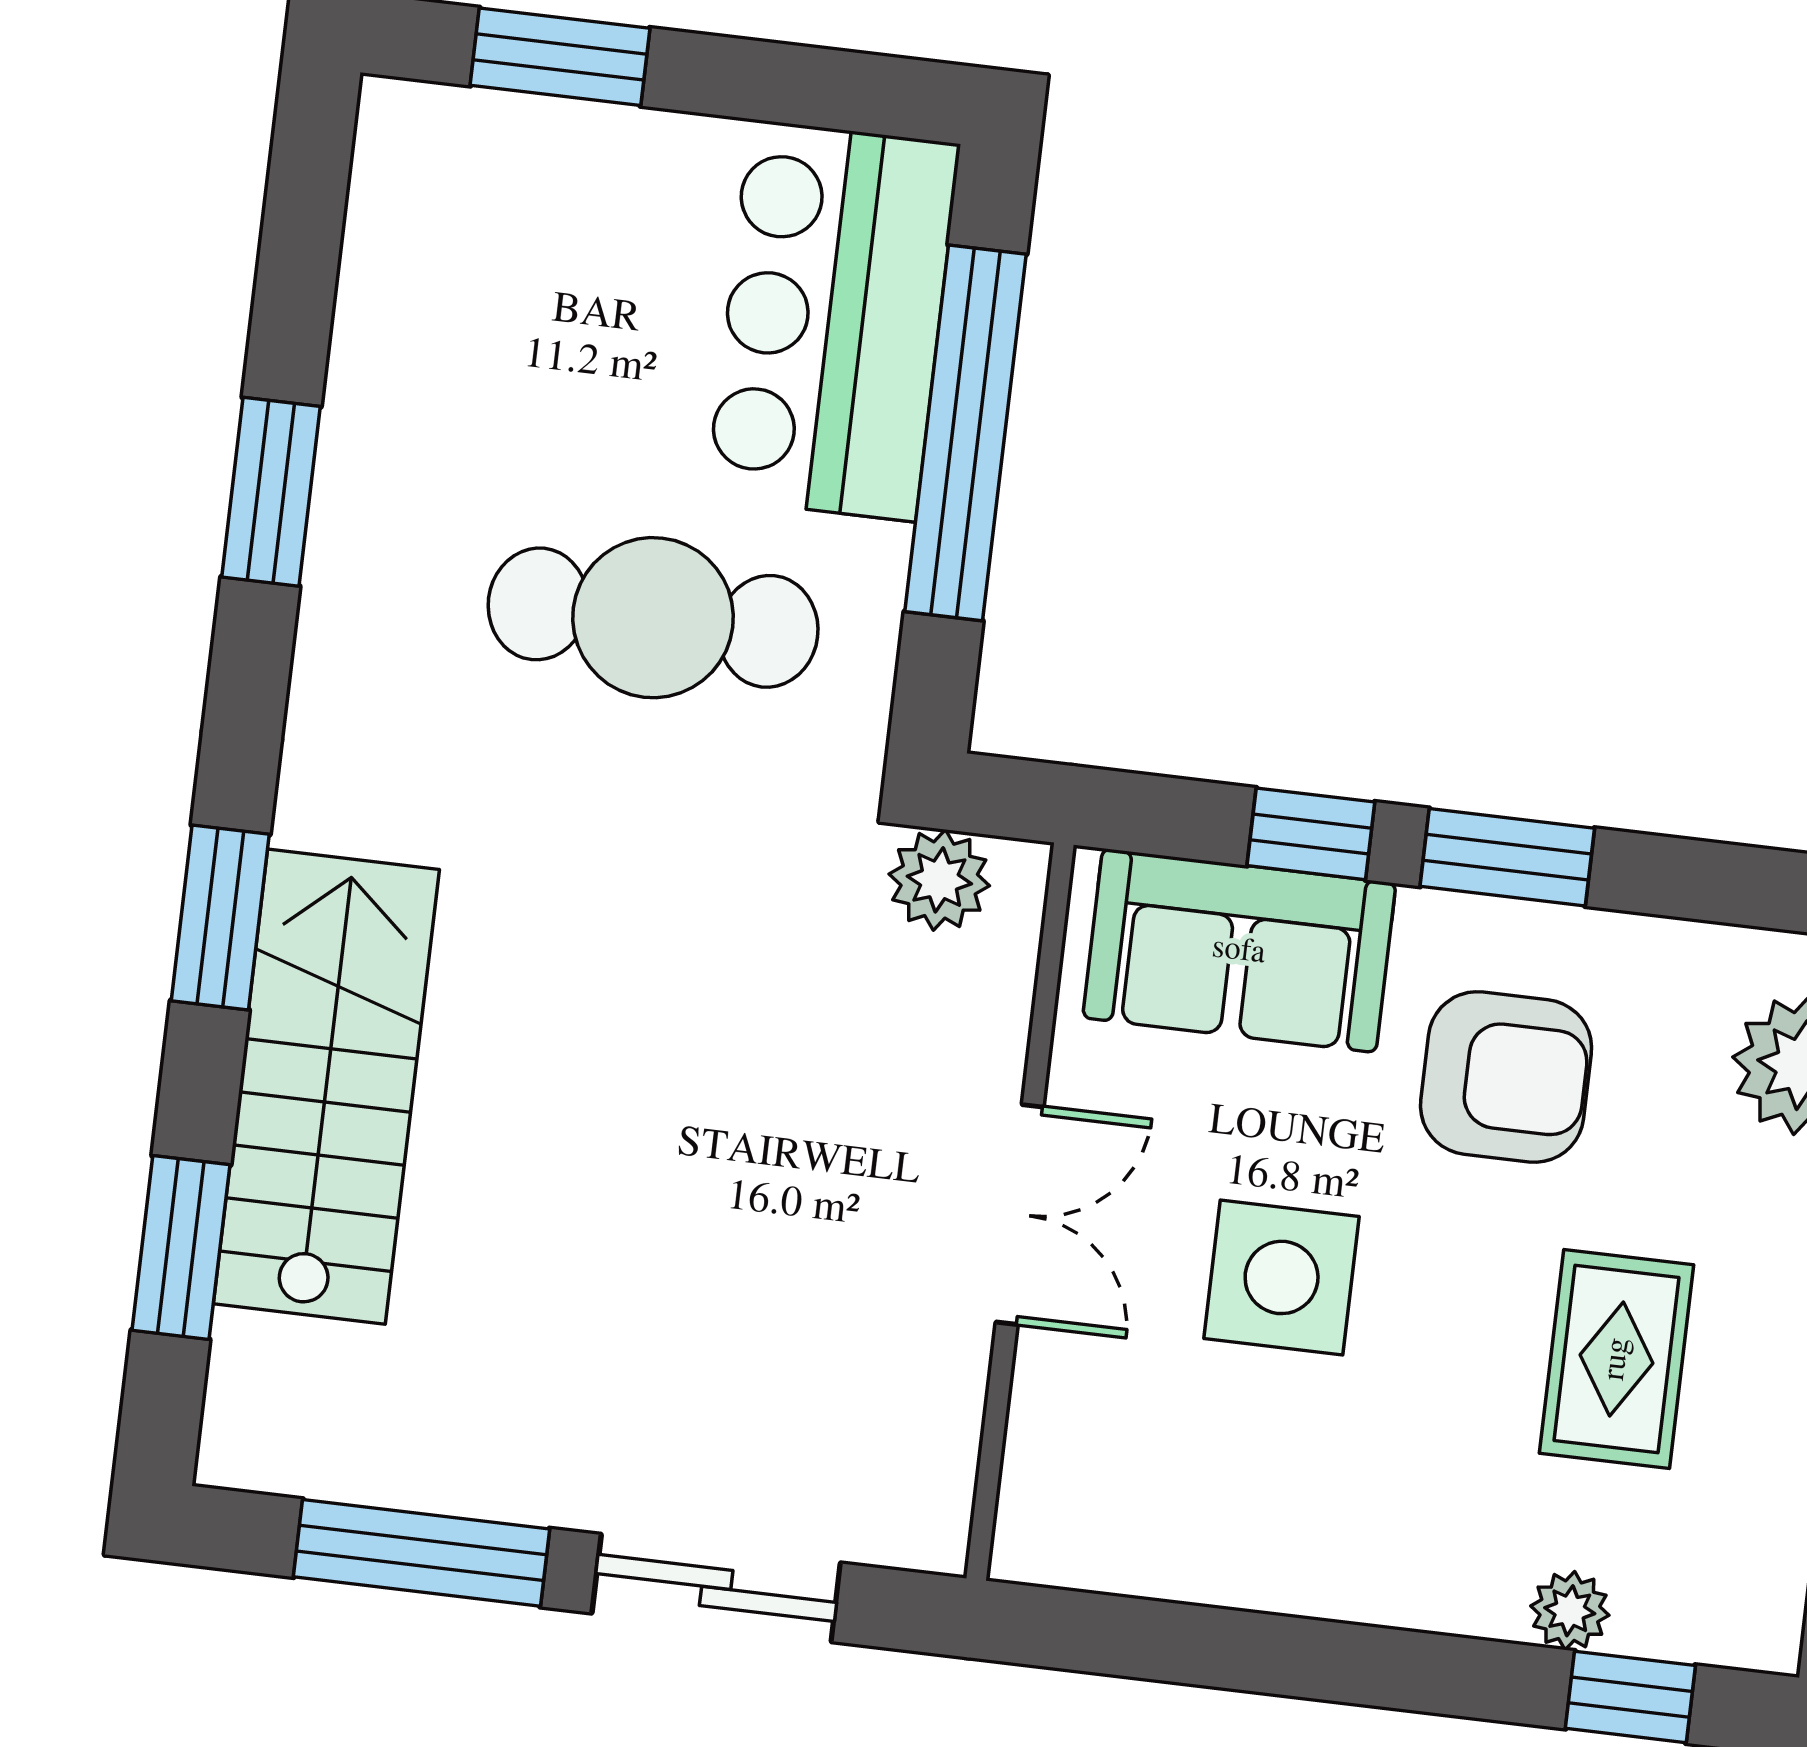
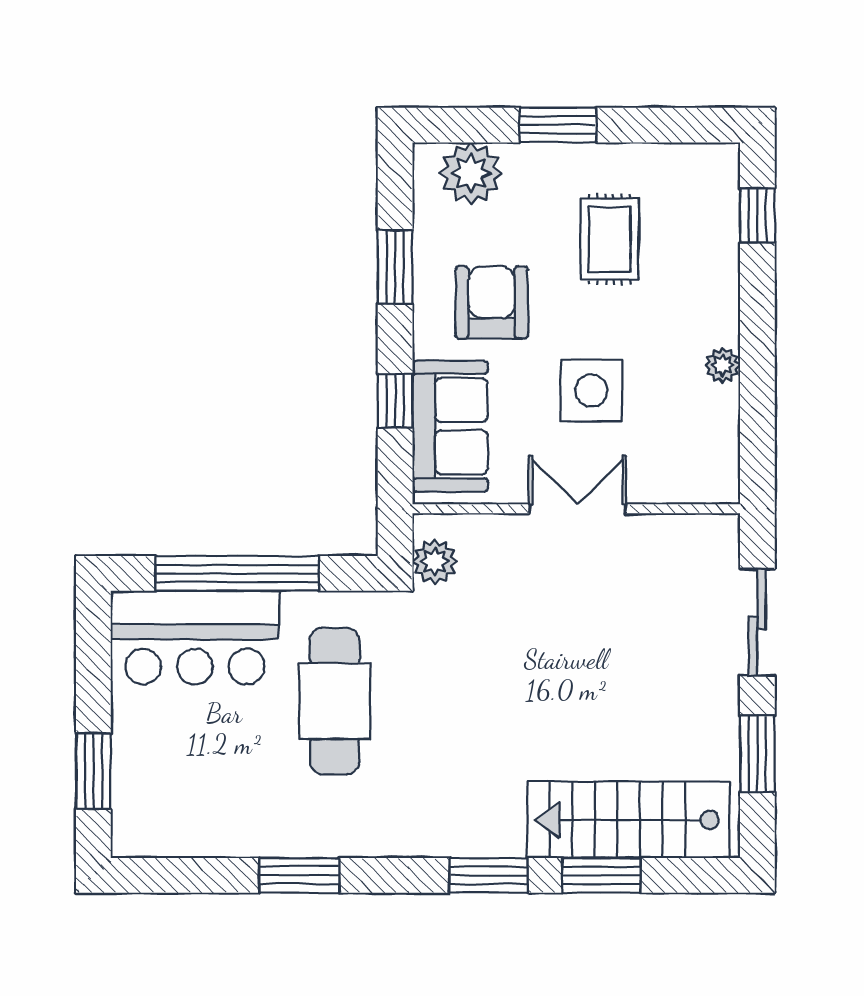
window: (1507, 857) -> (395, 267), moved
stairs: (326, 1087) -> (628, 820), moved
window: (181, 1247) -> (601, 875), moved
rug: (1617, 1359) -> (610, 239), turned 90
window: (421, 1553) -> (757, 754), width x0.69
plant: (1570, 1611) -> (723, 365), moved

